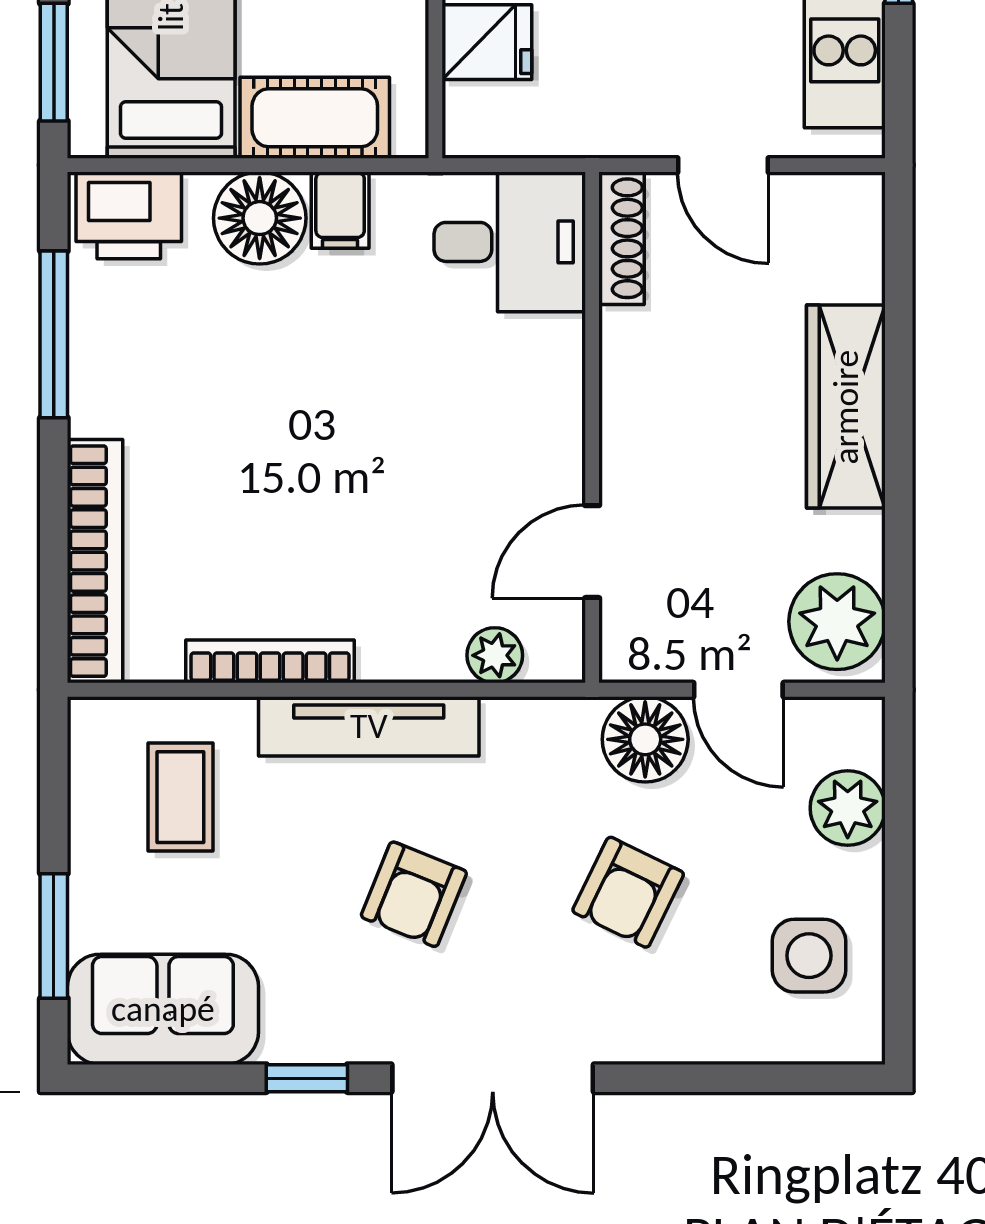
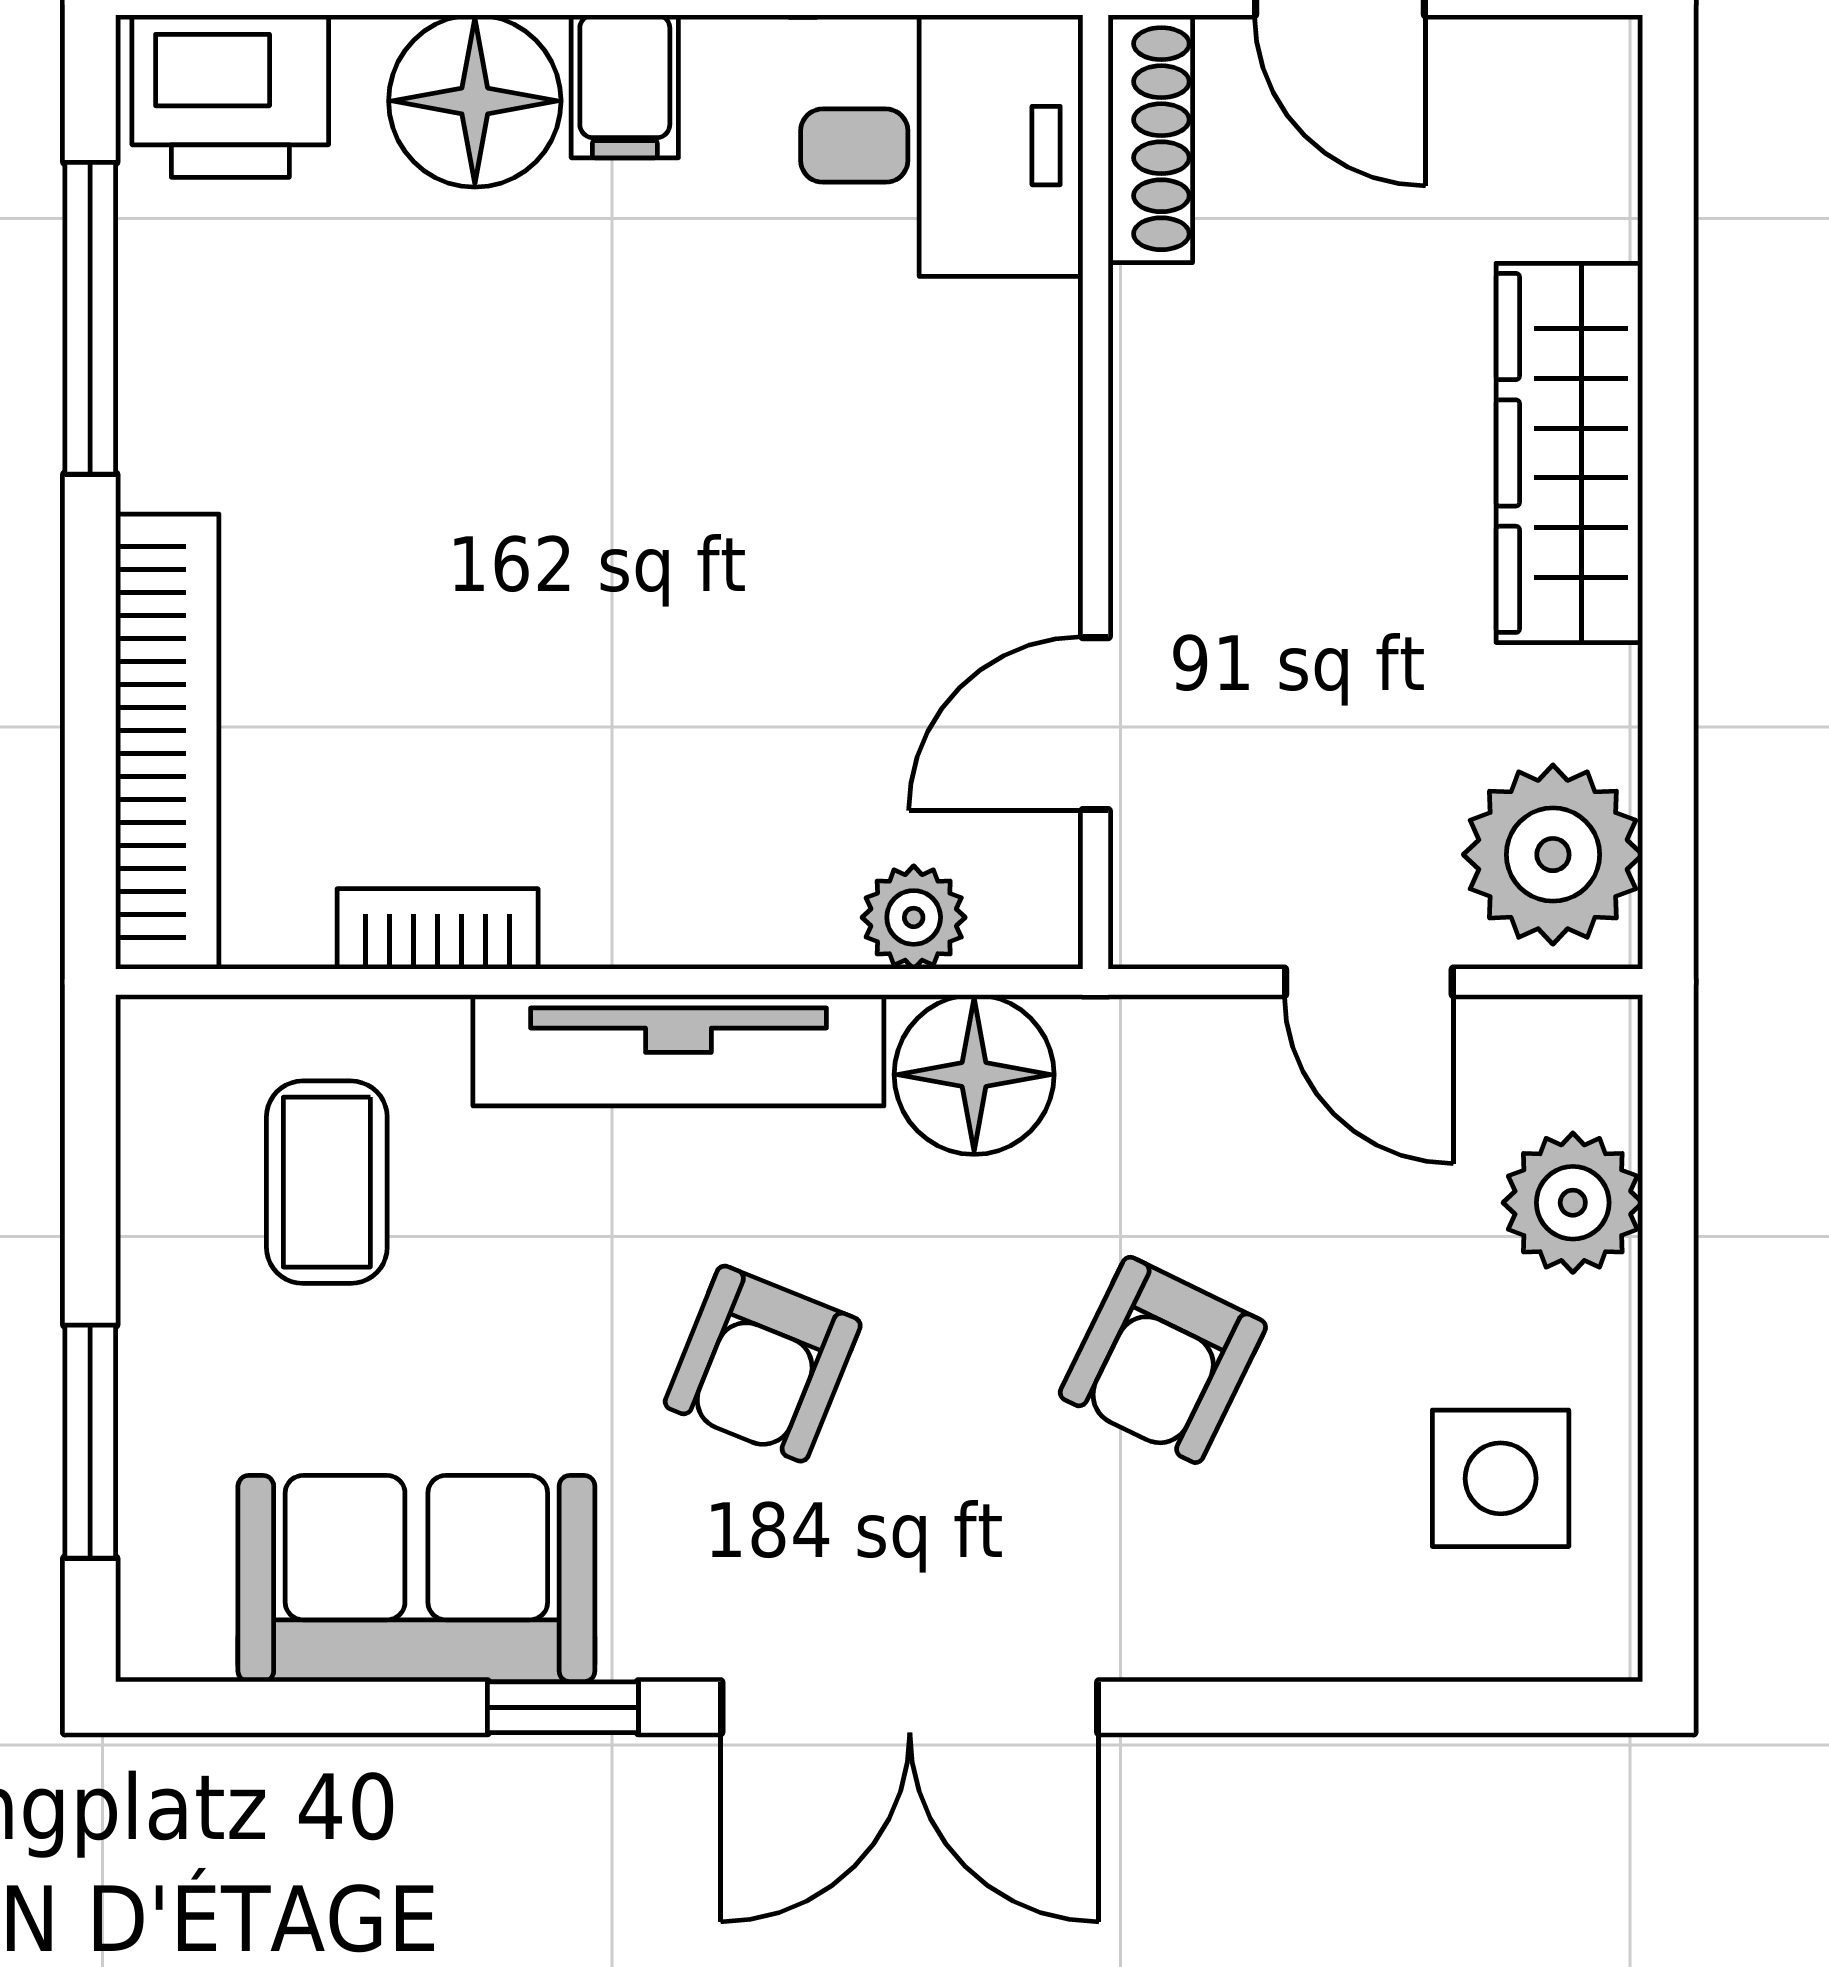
bookcase: (270, 661) -> (438, 929), width x0.64
floor lamp: (645, 739) -> (974, 1075), moved
sofa: (163, 1009) -> (416, 1579), moved

